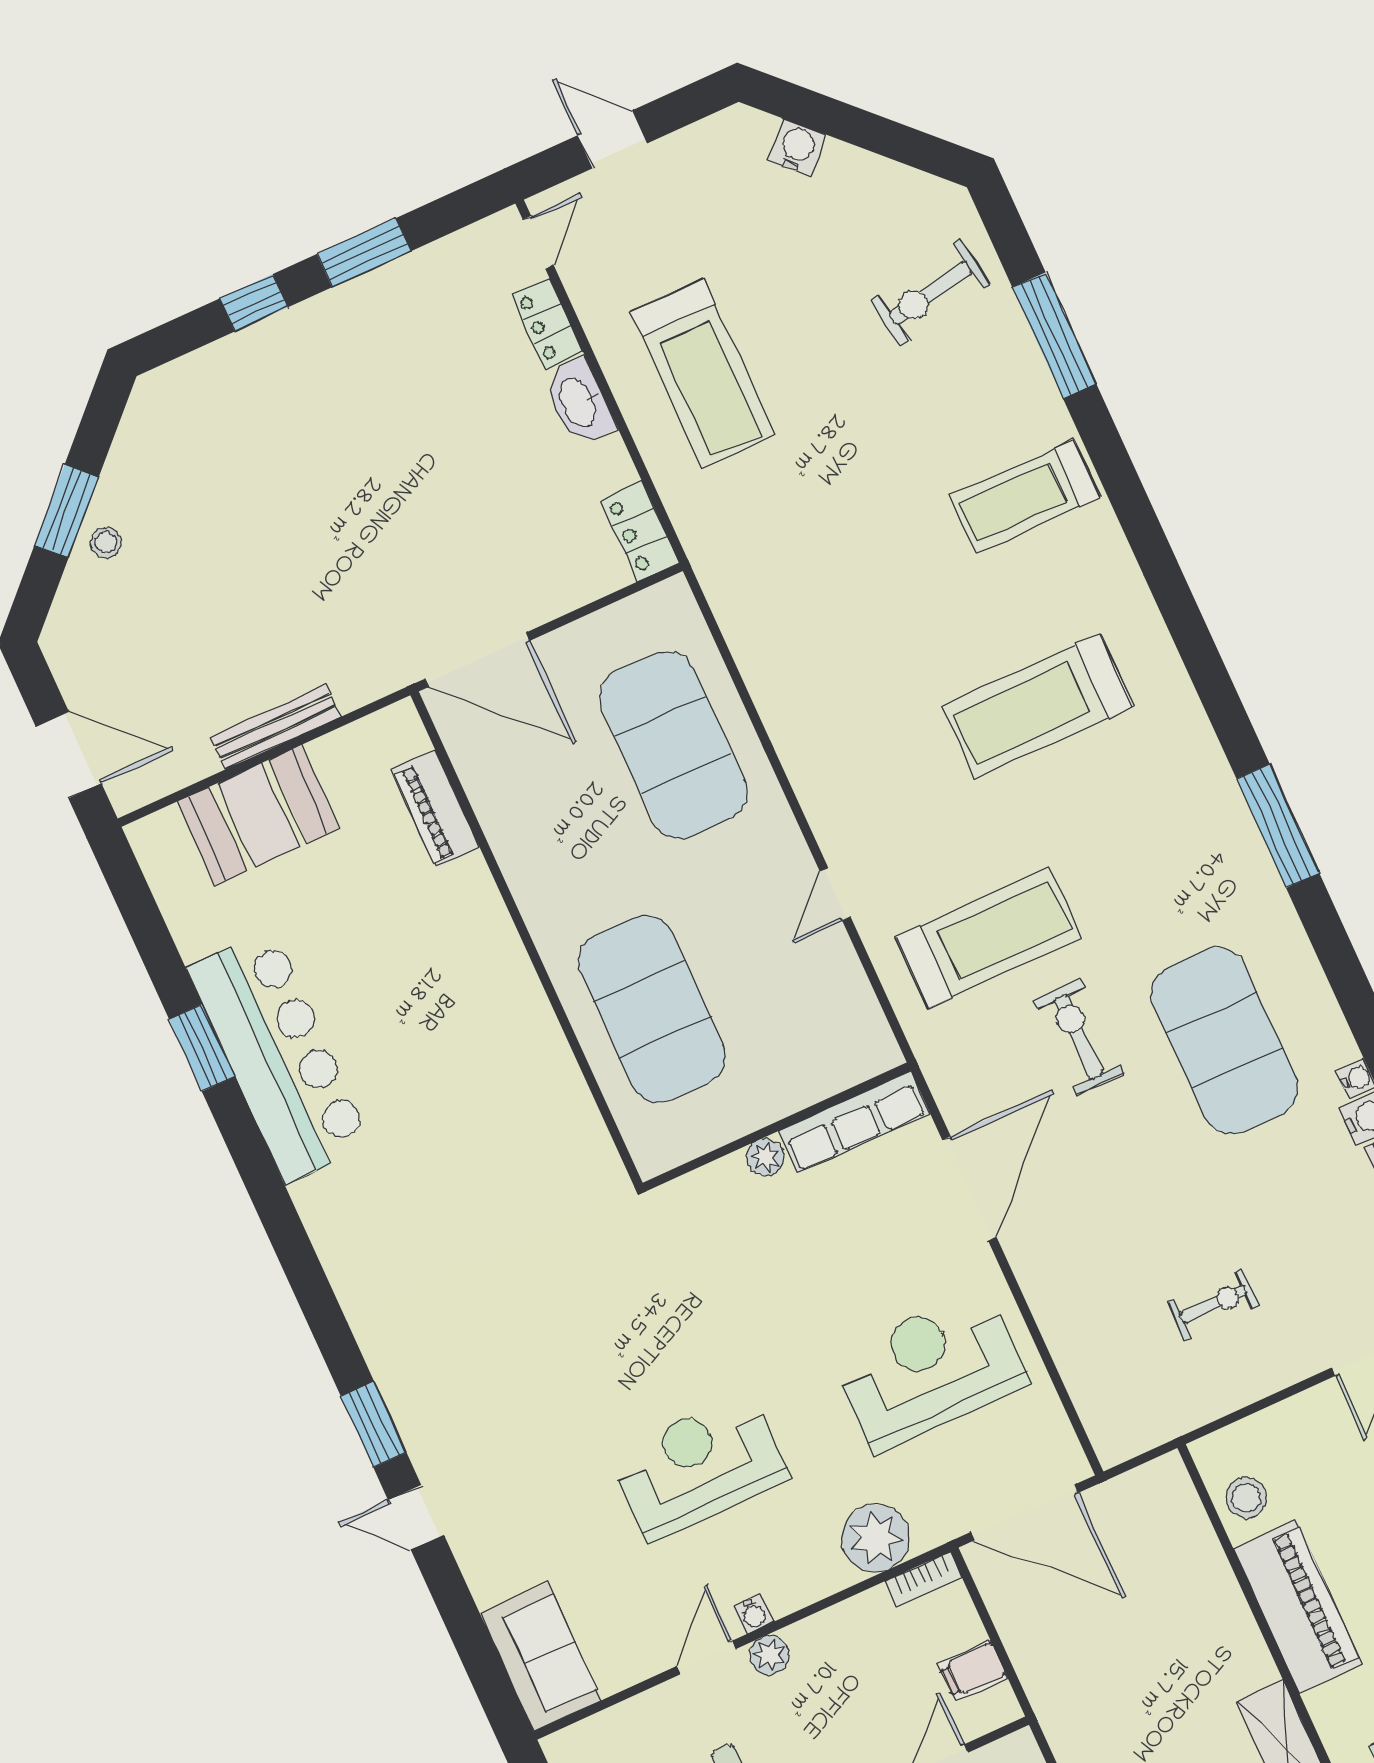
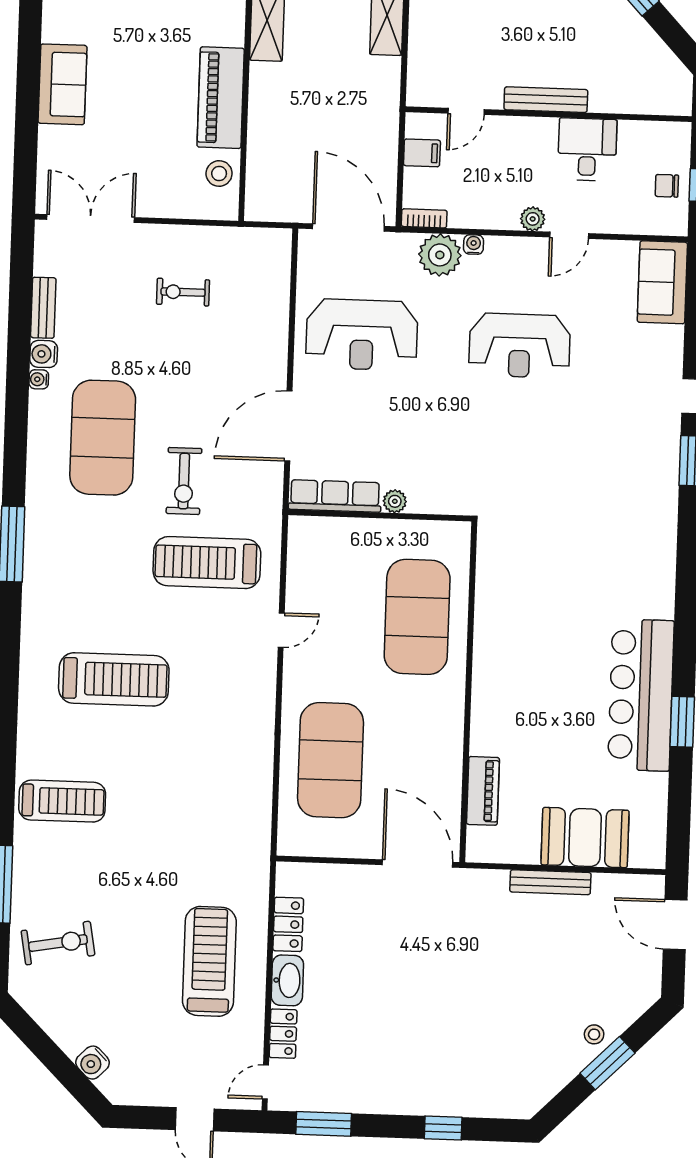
window: (364, 253) -> (324, 1124), moved
locker: (640, 531) -> (288, 924), moved
water cooler: (753, 1614) -> (474, 245), moved

